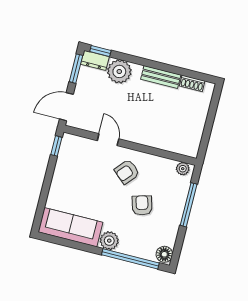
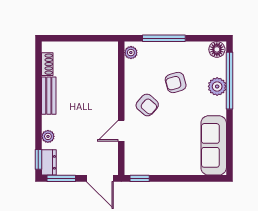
plant: (119, 71) -> (48, 136), width x0.53, depth x0.53
plant: (109, 241) -> (217, 86), moved

